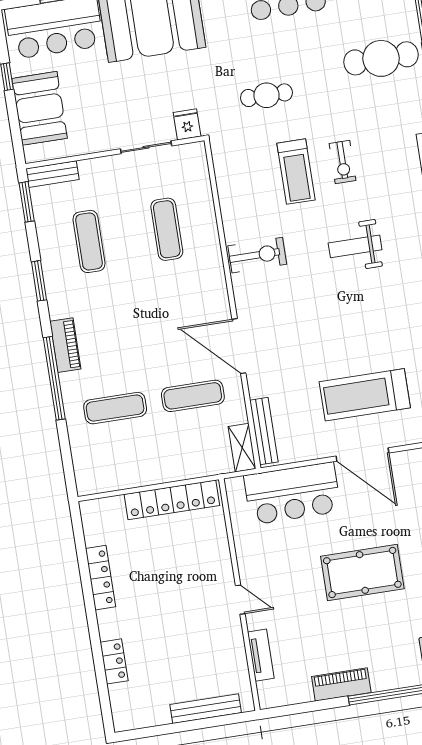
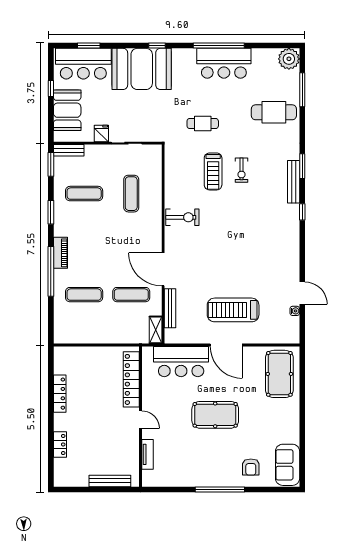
fridge: (187, 124) -> (101, 133), moved
exercise mat: (89, 241) -> (84, 194), turned 90
weight bench: (355, 246) -> (241, 221), removed
bench: (264, 431) -> (170, 308), moved
locker: (172, 500) -> (131, 379), moved, turned 90
piano: (341, 685) -> (192, 479), removed

